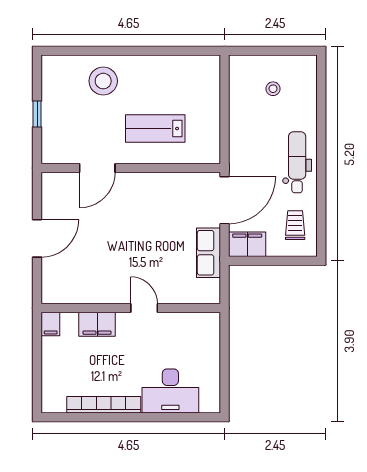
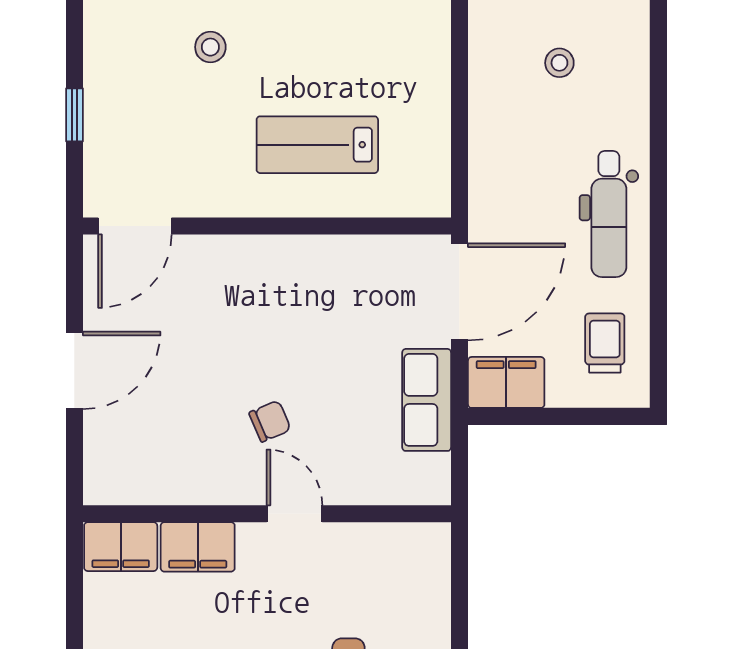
stool: (103, 81) -> (210, 47), width x0.53, depth x0.53
dental chair: (297, 162) -> (609, 214), turned 180
door: (97, 168) -> (135, 226), moved
chair: (132, 263) -> (270, 421), added
filing cabinet: (51, 324) -> (121, 547), width x2.00

